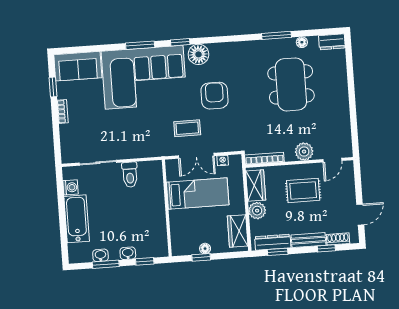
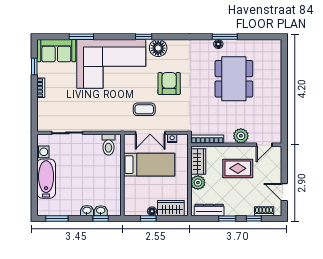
floor lamp: (302, 42) -> (218, 44), moved
dresser: (332, 42) -> (271, 45), removed
window: (140, 45) -> (81, 37), moved
toilet: (130, 175) -> (108, 145), moved
door: (360, 215) -> (284, 192), swing flipped
wardrobe: (238, 231) -> (171, 208), moved, turned 90
bench: (309, 240) -> (239, 210), removed
window: (278, 252) -> (227, 218), moved
washbasin: (100, 255) -> (101, 211), moved
window: (106, 264) -> (57, 218), moved

